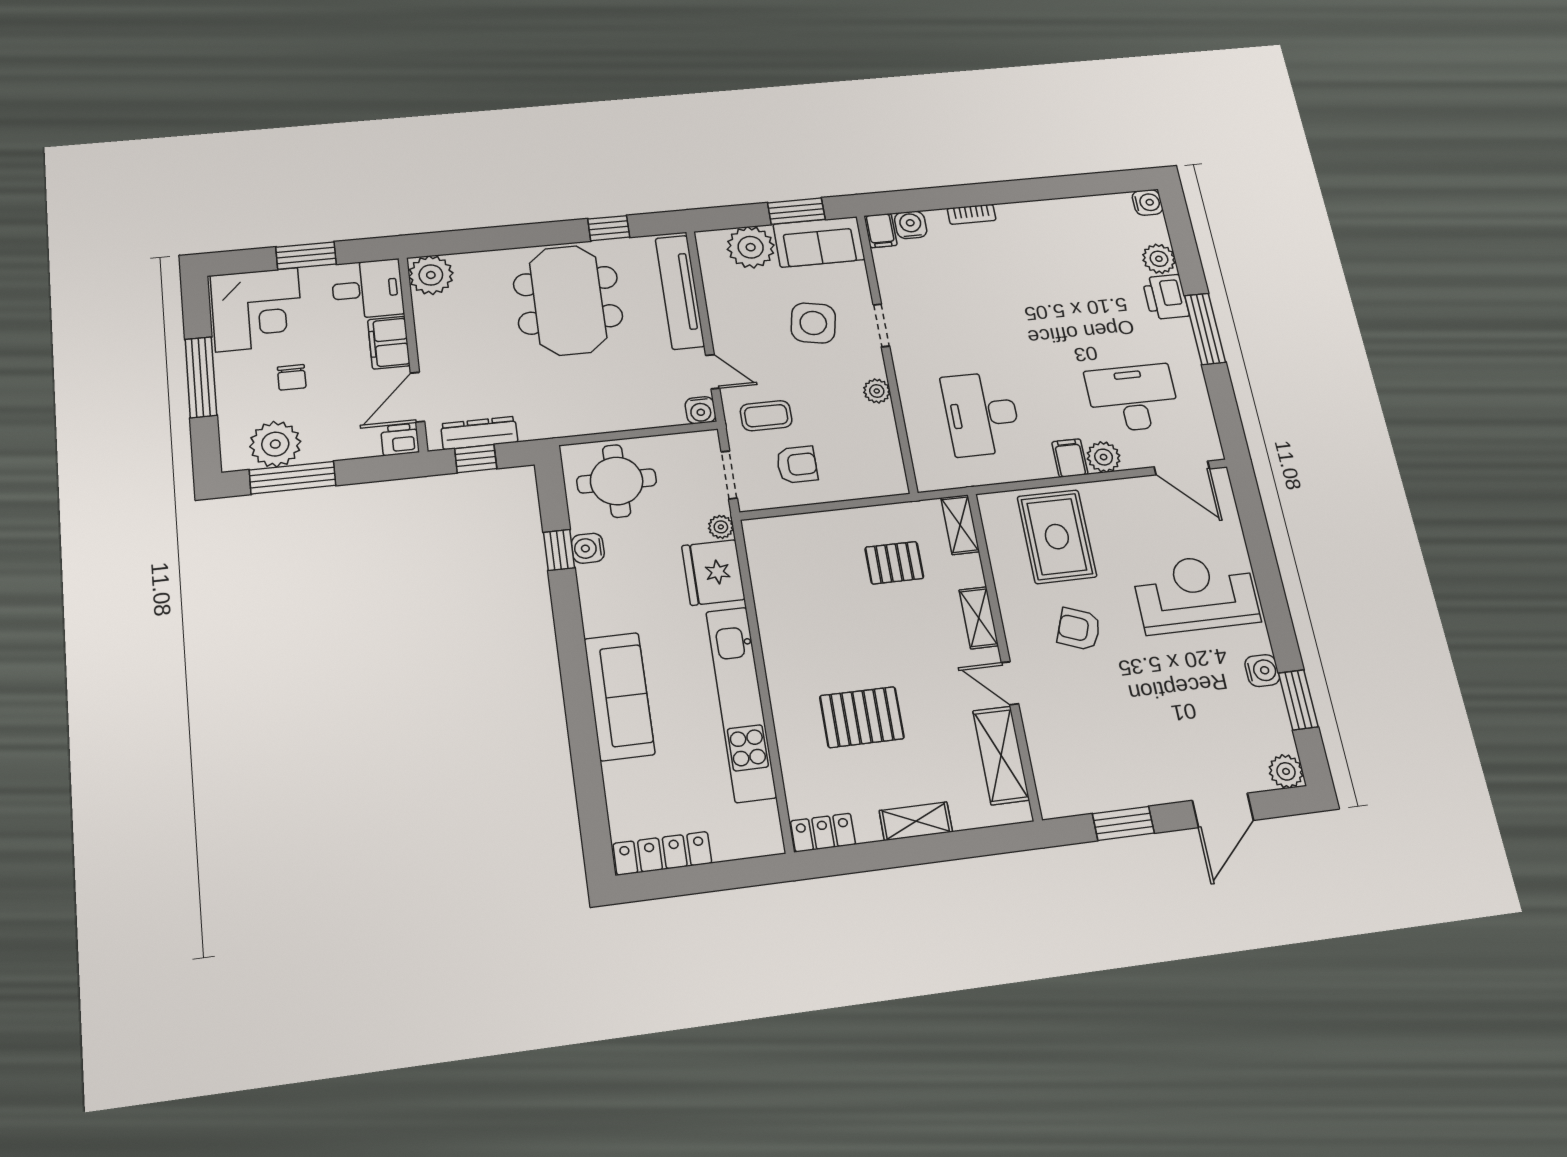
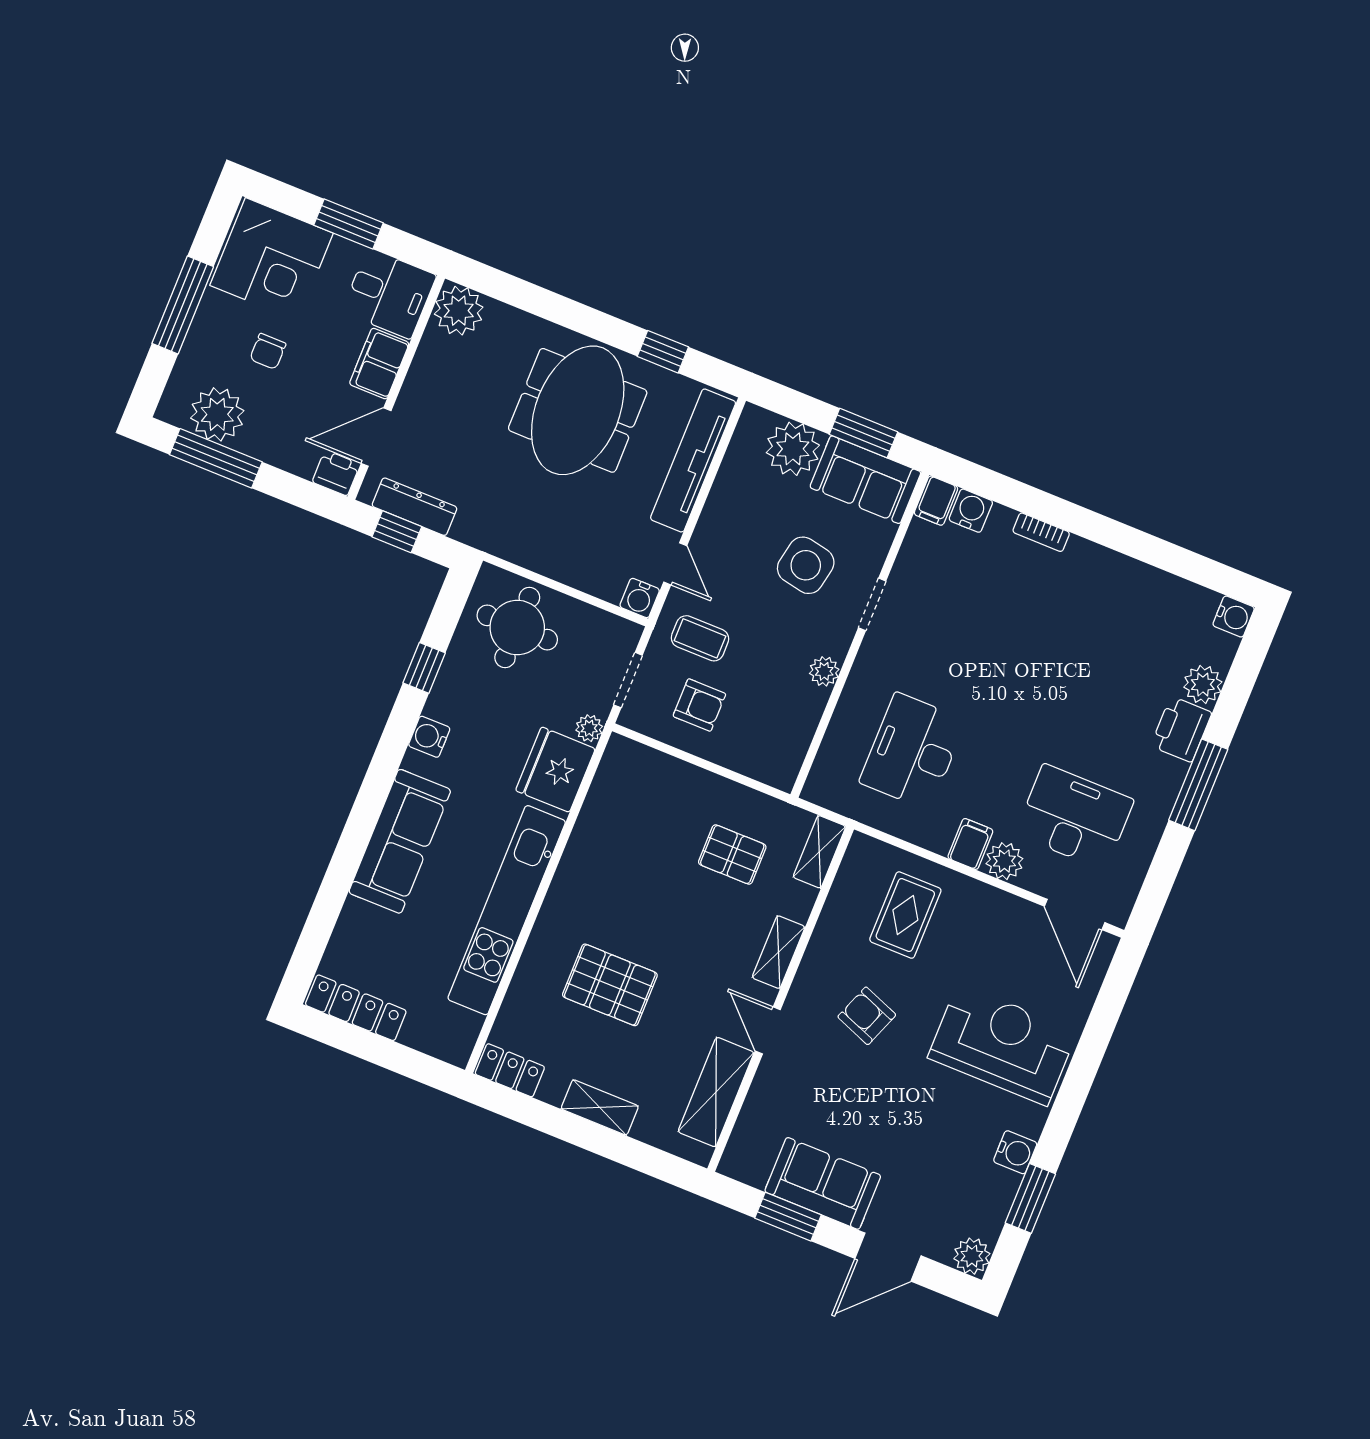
rug: (1057, 537) -> (905, 915), width x0.73, depth x0.70
water cooler: (588, 548) -> (429, 737), moved
sofa: (1133, 781) -> (823, 1183), added

